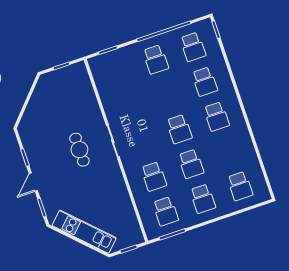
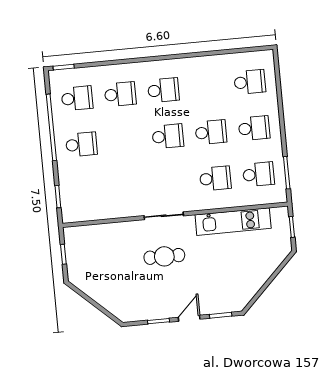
door: (33, 182) -> (189, 318), swing flipped
kitchen unit: (84, 232) -> (233, 222), moved, turned -135

